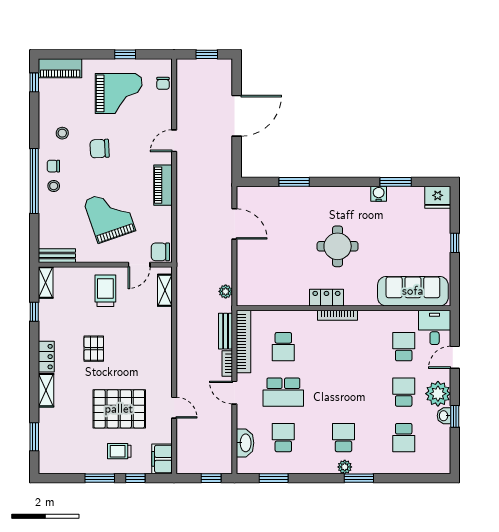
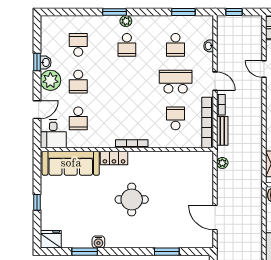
locker: (326, 298) -> (114, 158), moved
washbasin: (245, 443) -> (209, 46), width x0.52, depth x0.69

